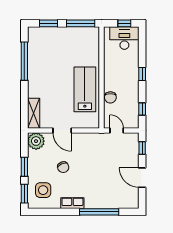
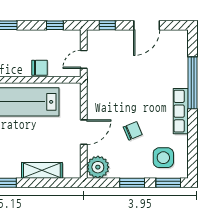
shelving: (34, 113) -> (42, 170), moved
row of seats: (72, 203) -> (181, 111), width x1.48

